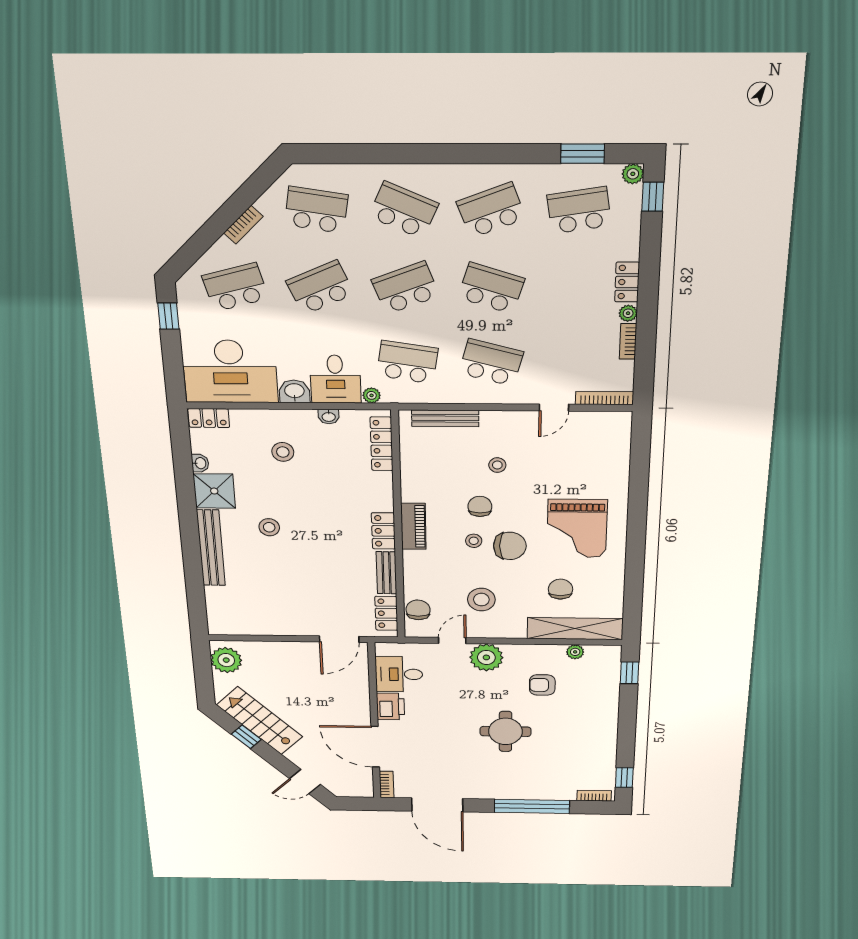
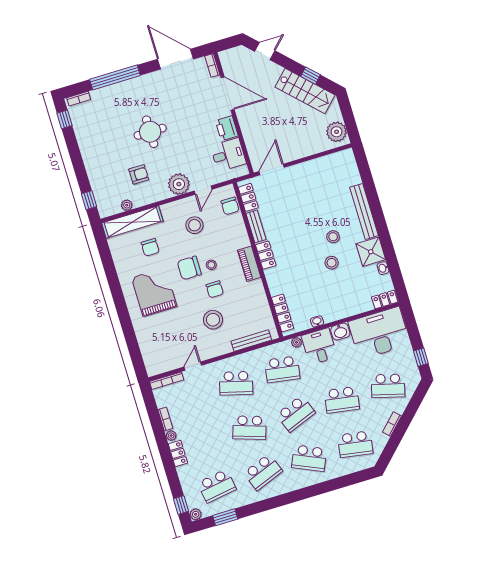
school desk: (235, 287) -> (388, 386), turned 30
school desk: (320, 288) -> (342, 400), turned 33
stool: (283, 452) -> (332, 263), moved
stool: (497, 465) -> (213, 320), width x1.89, depth x1.89

